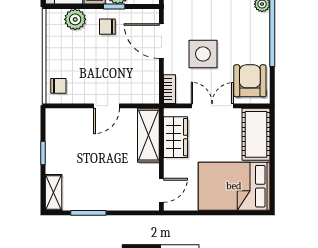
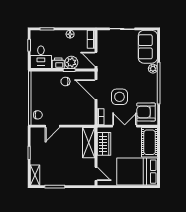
plant: (75, 19) -> (47, 77), removed
armchair: (250, 81) -> (146, 112), turned -90
door: (106, 106) -> (52, 126), moved
door: (161, 190) -> (96, 174), hinge flipped

